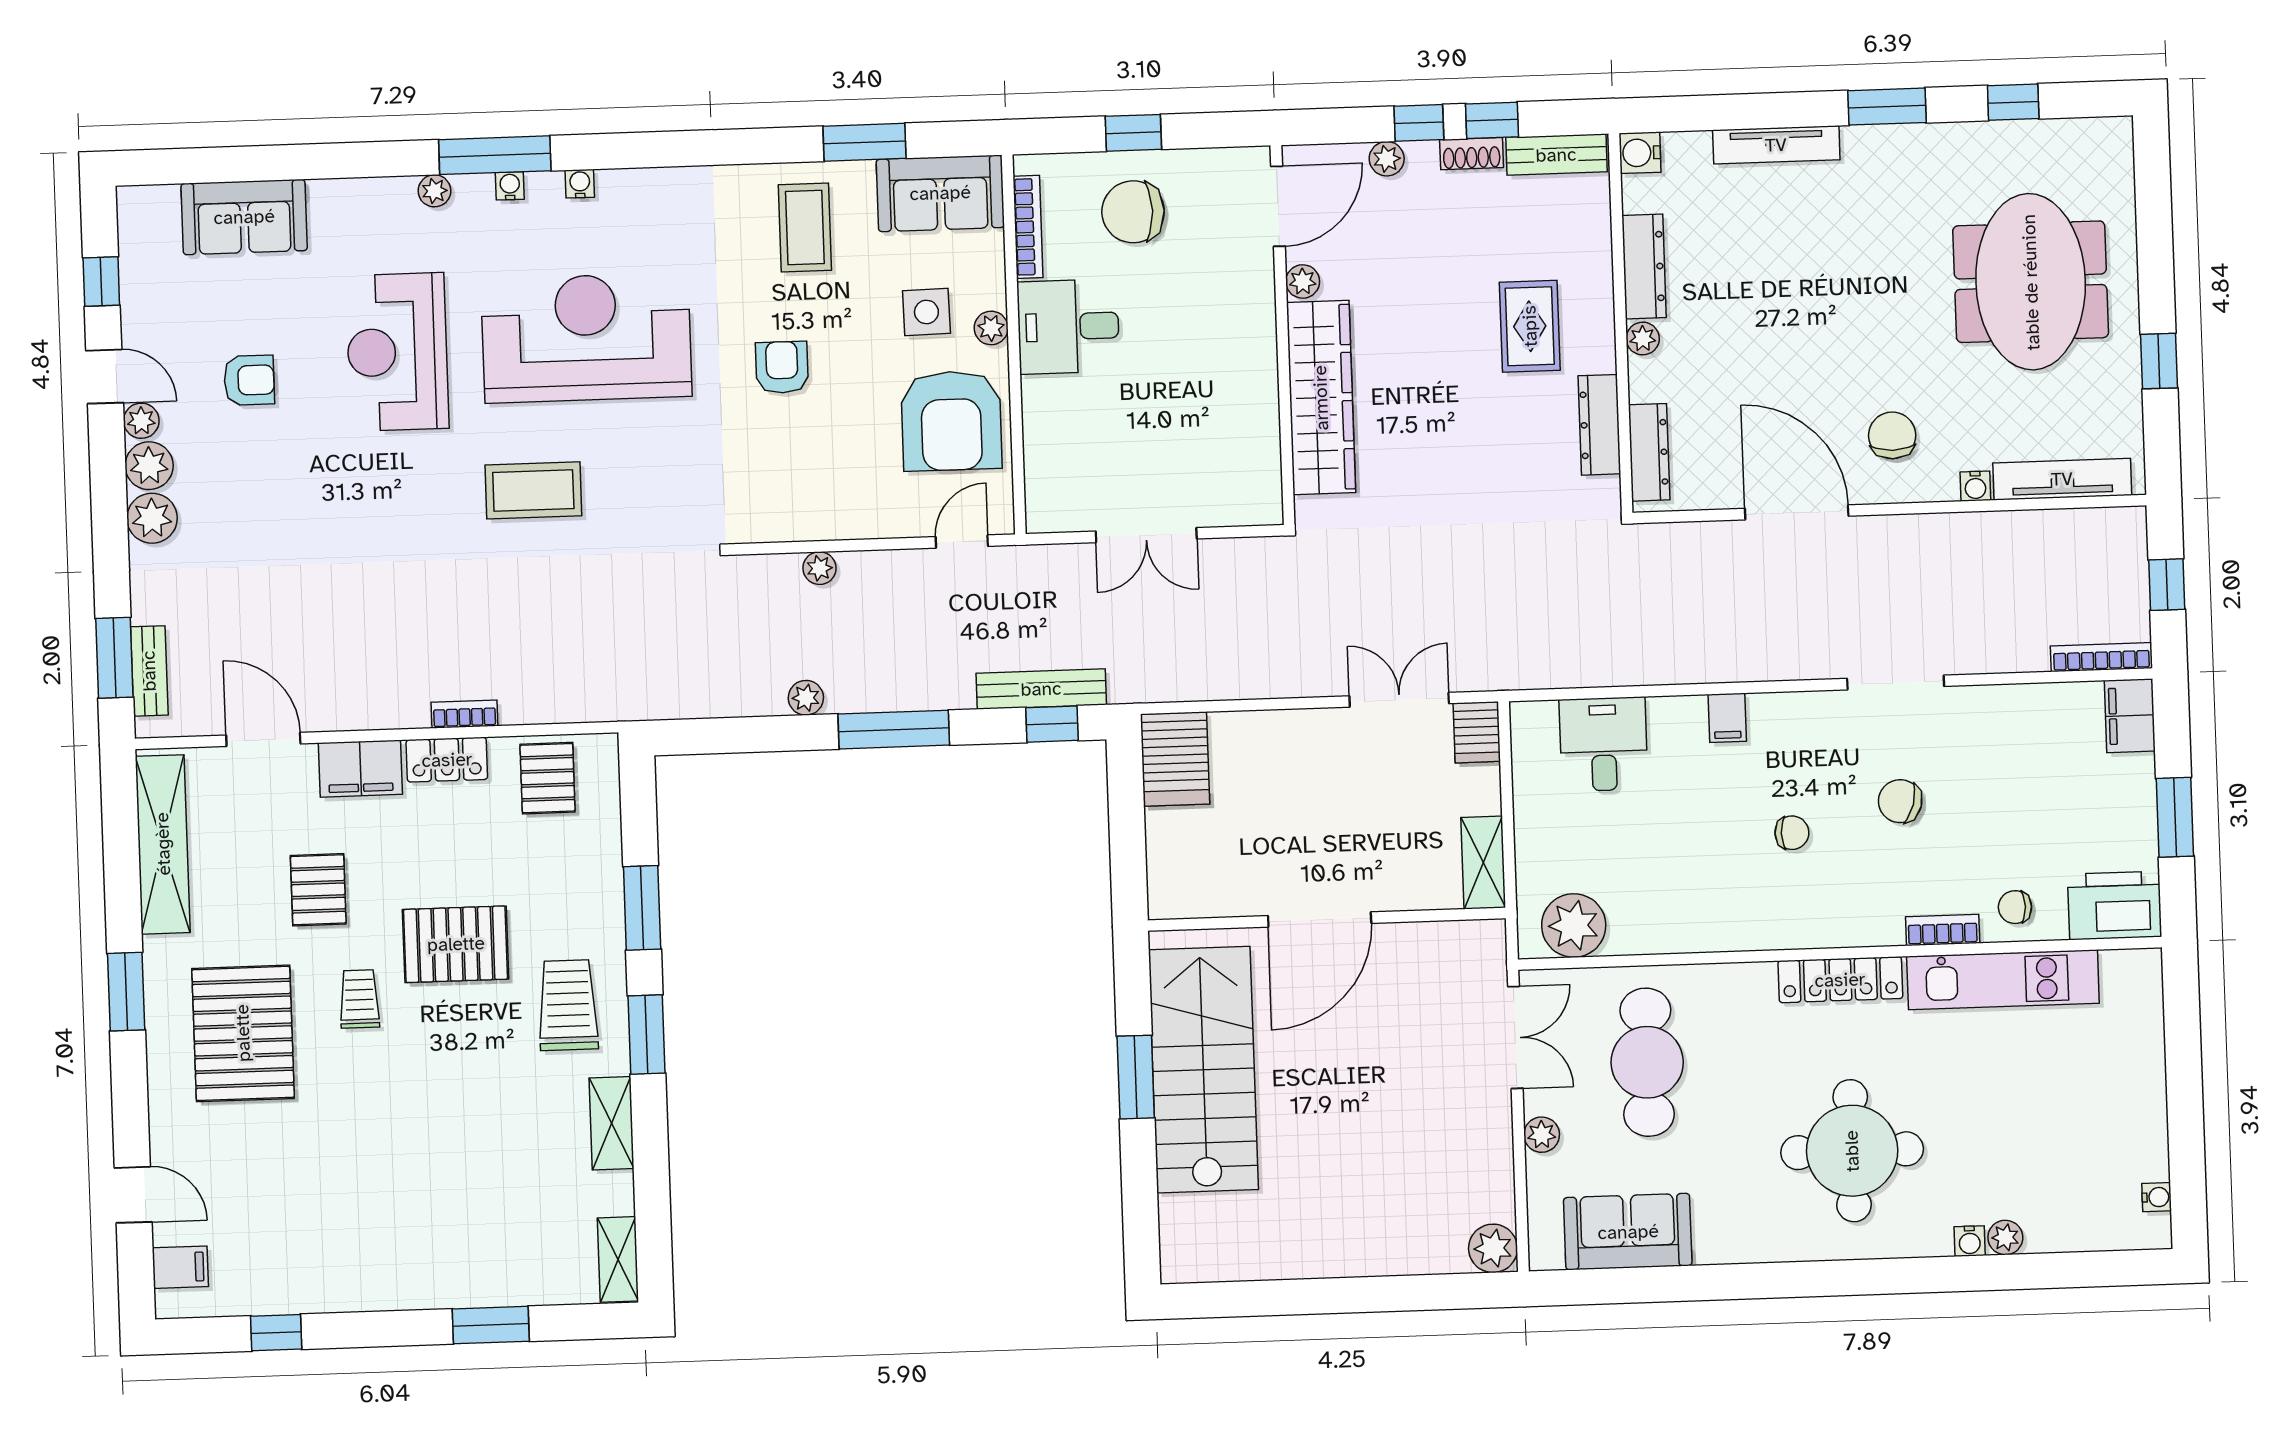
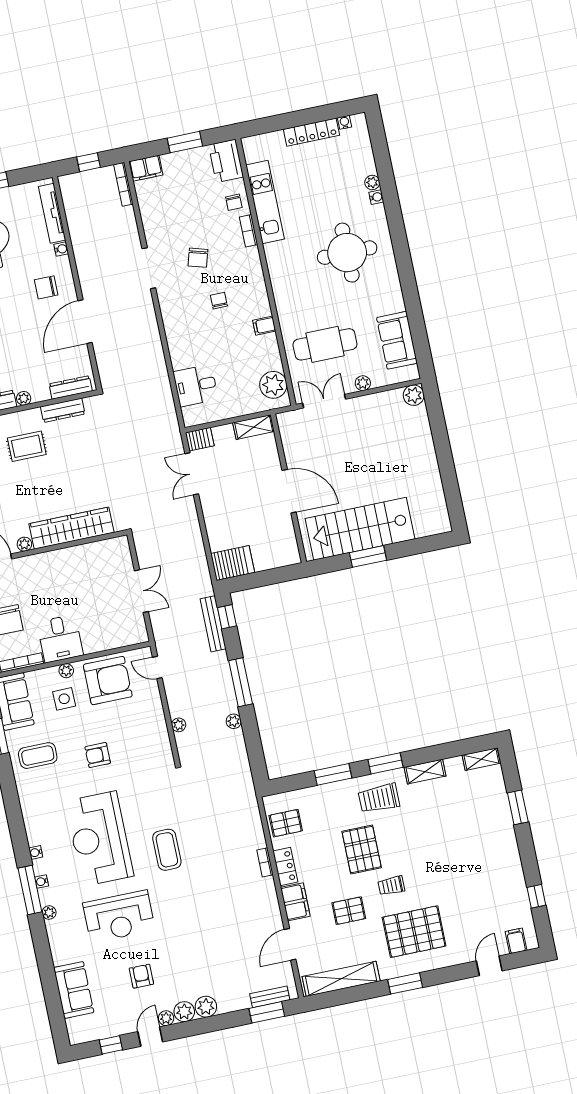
filing cabinet: (1727, 718) -> (264, 326), moved, turned 180
locker: (1840, 980) -> (311, 132), moved, turned 90

